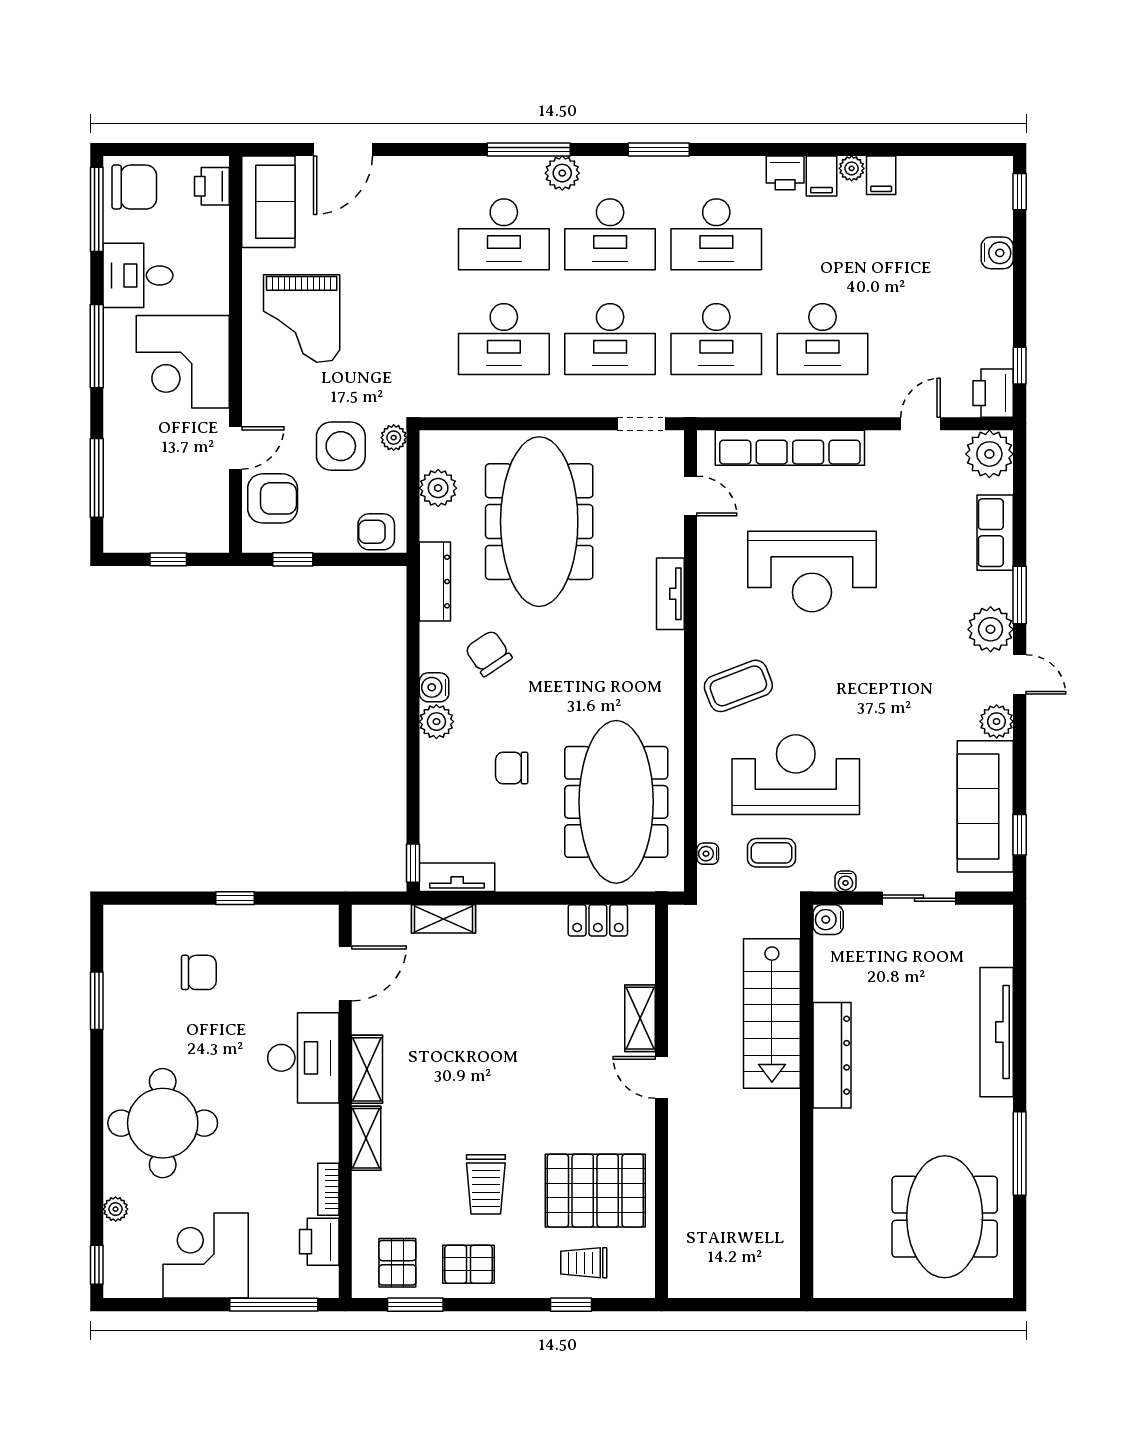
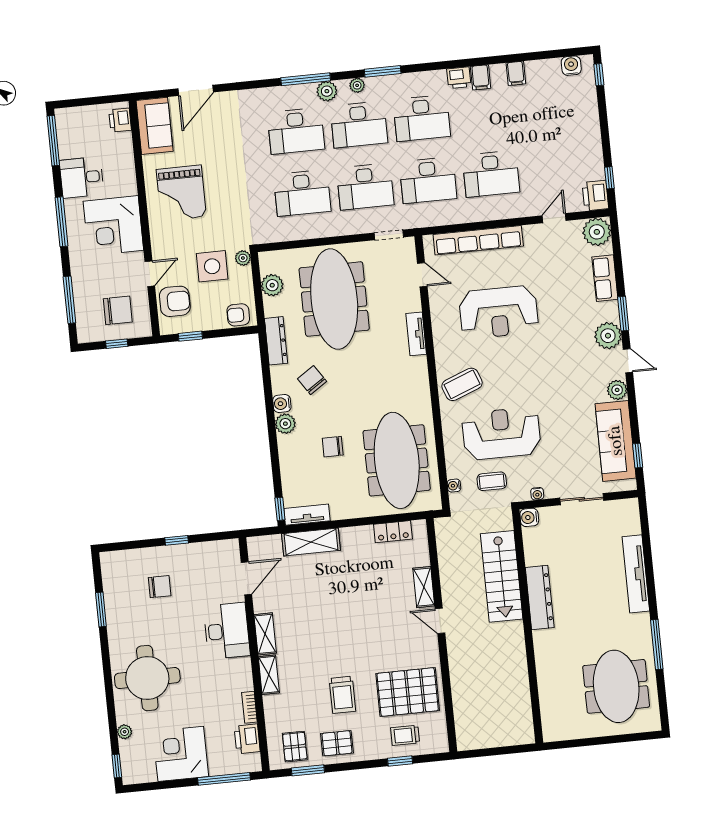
plant: (852, 168) -> (357, 85), moved
chair: (134, 187) -> (118, 310), moved
water cooler: (997, 253) -> (571, 66), moved, turned -90
shelving: (444, 919) -> (311, 542), width x1.50, depth x1.33

